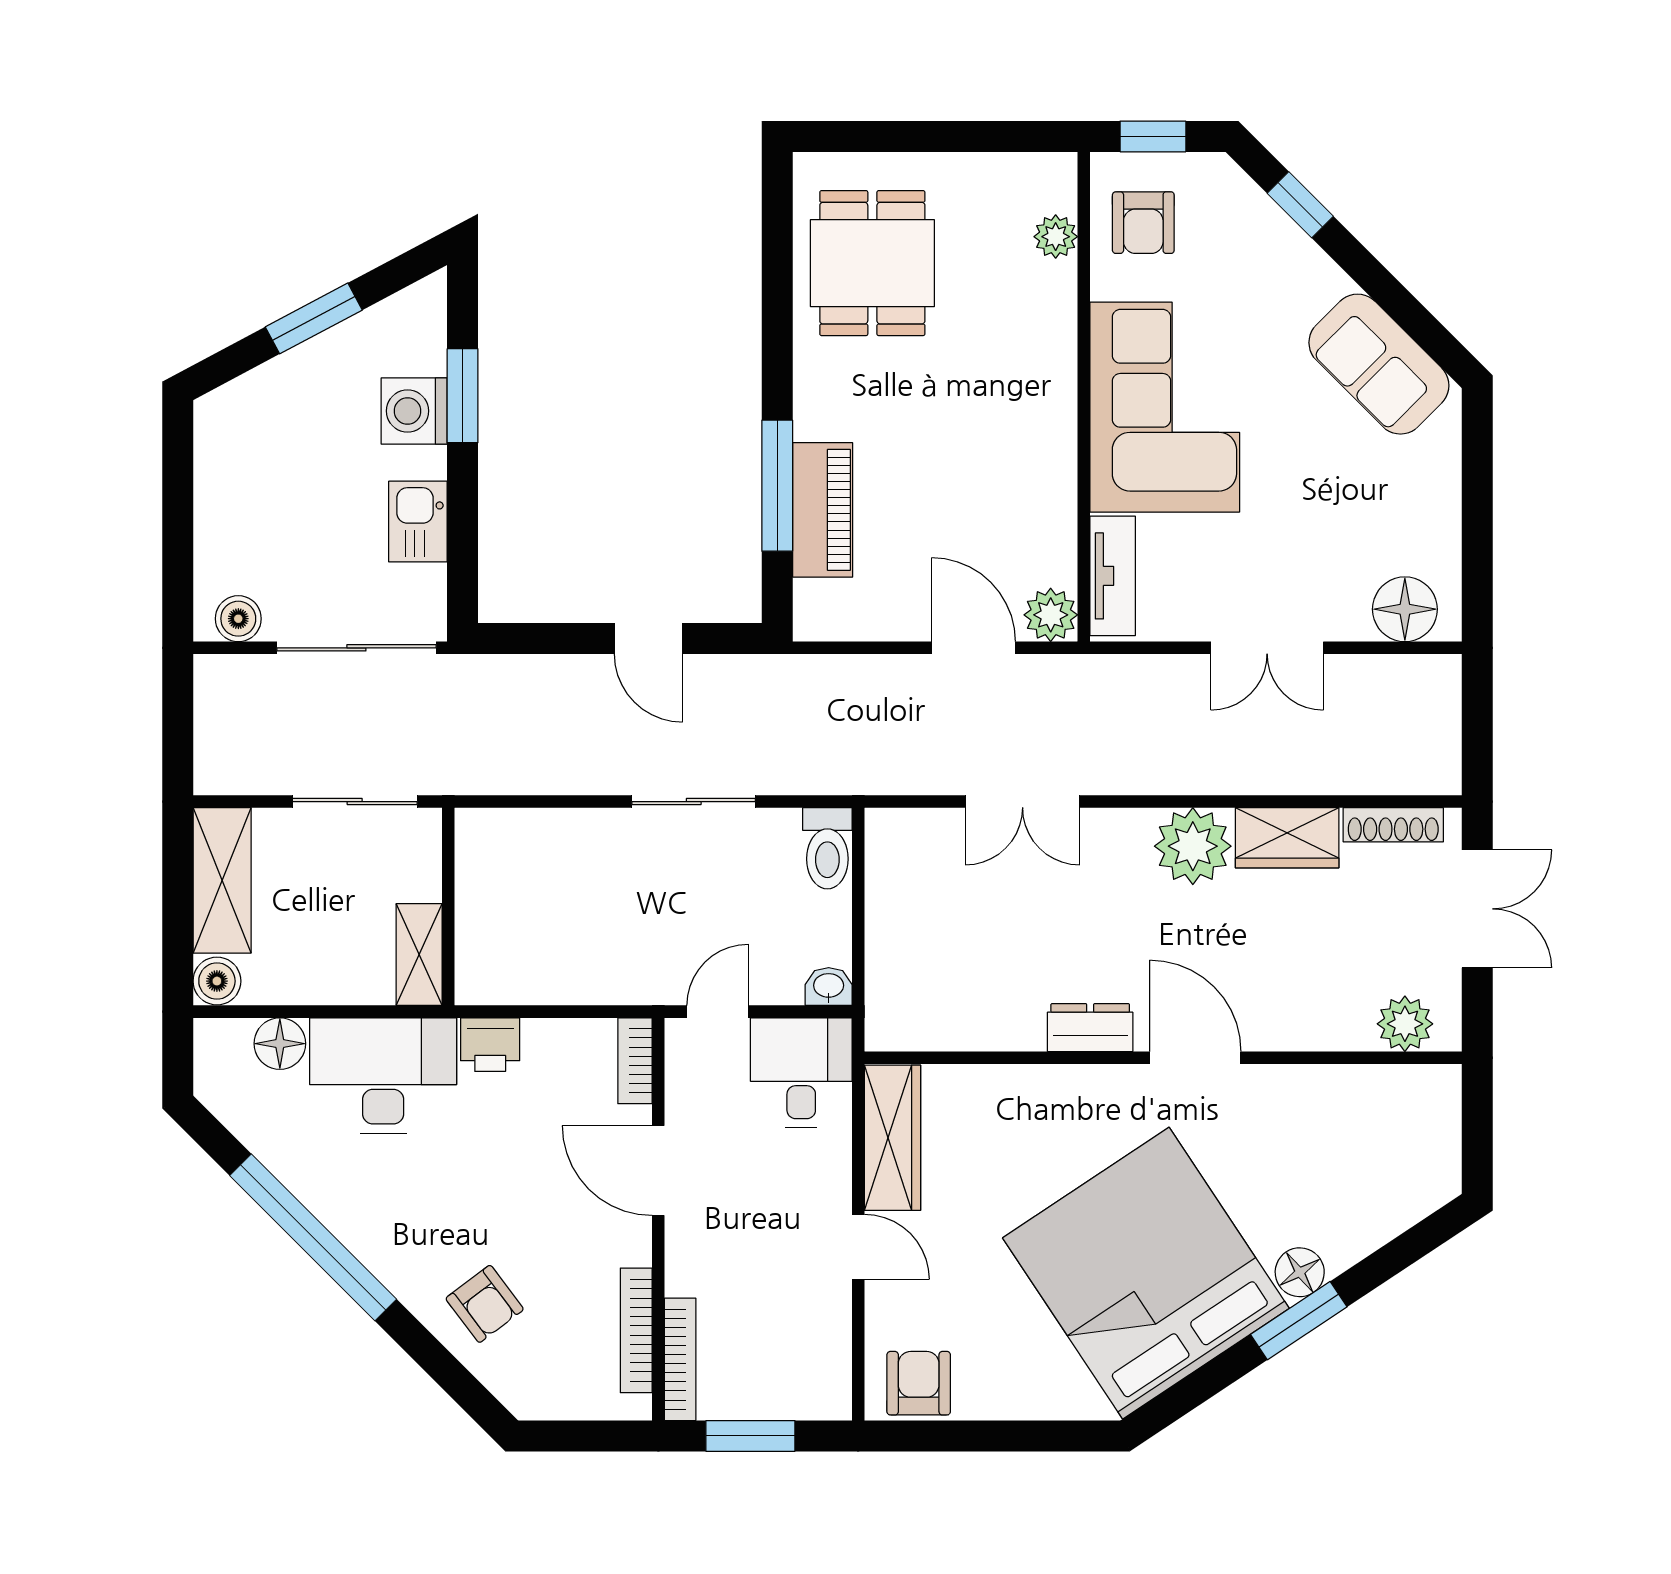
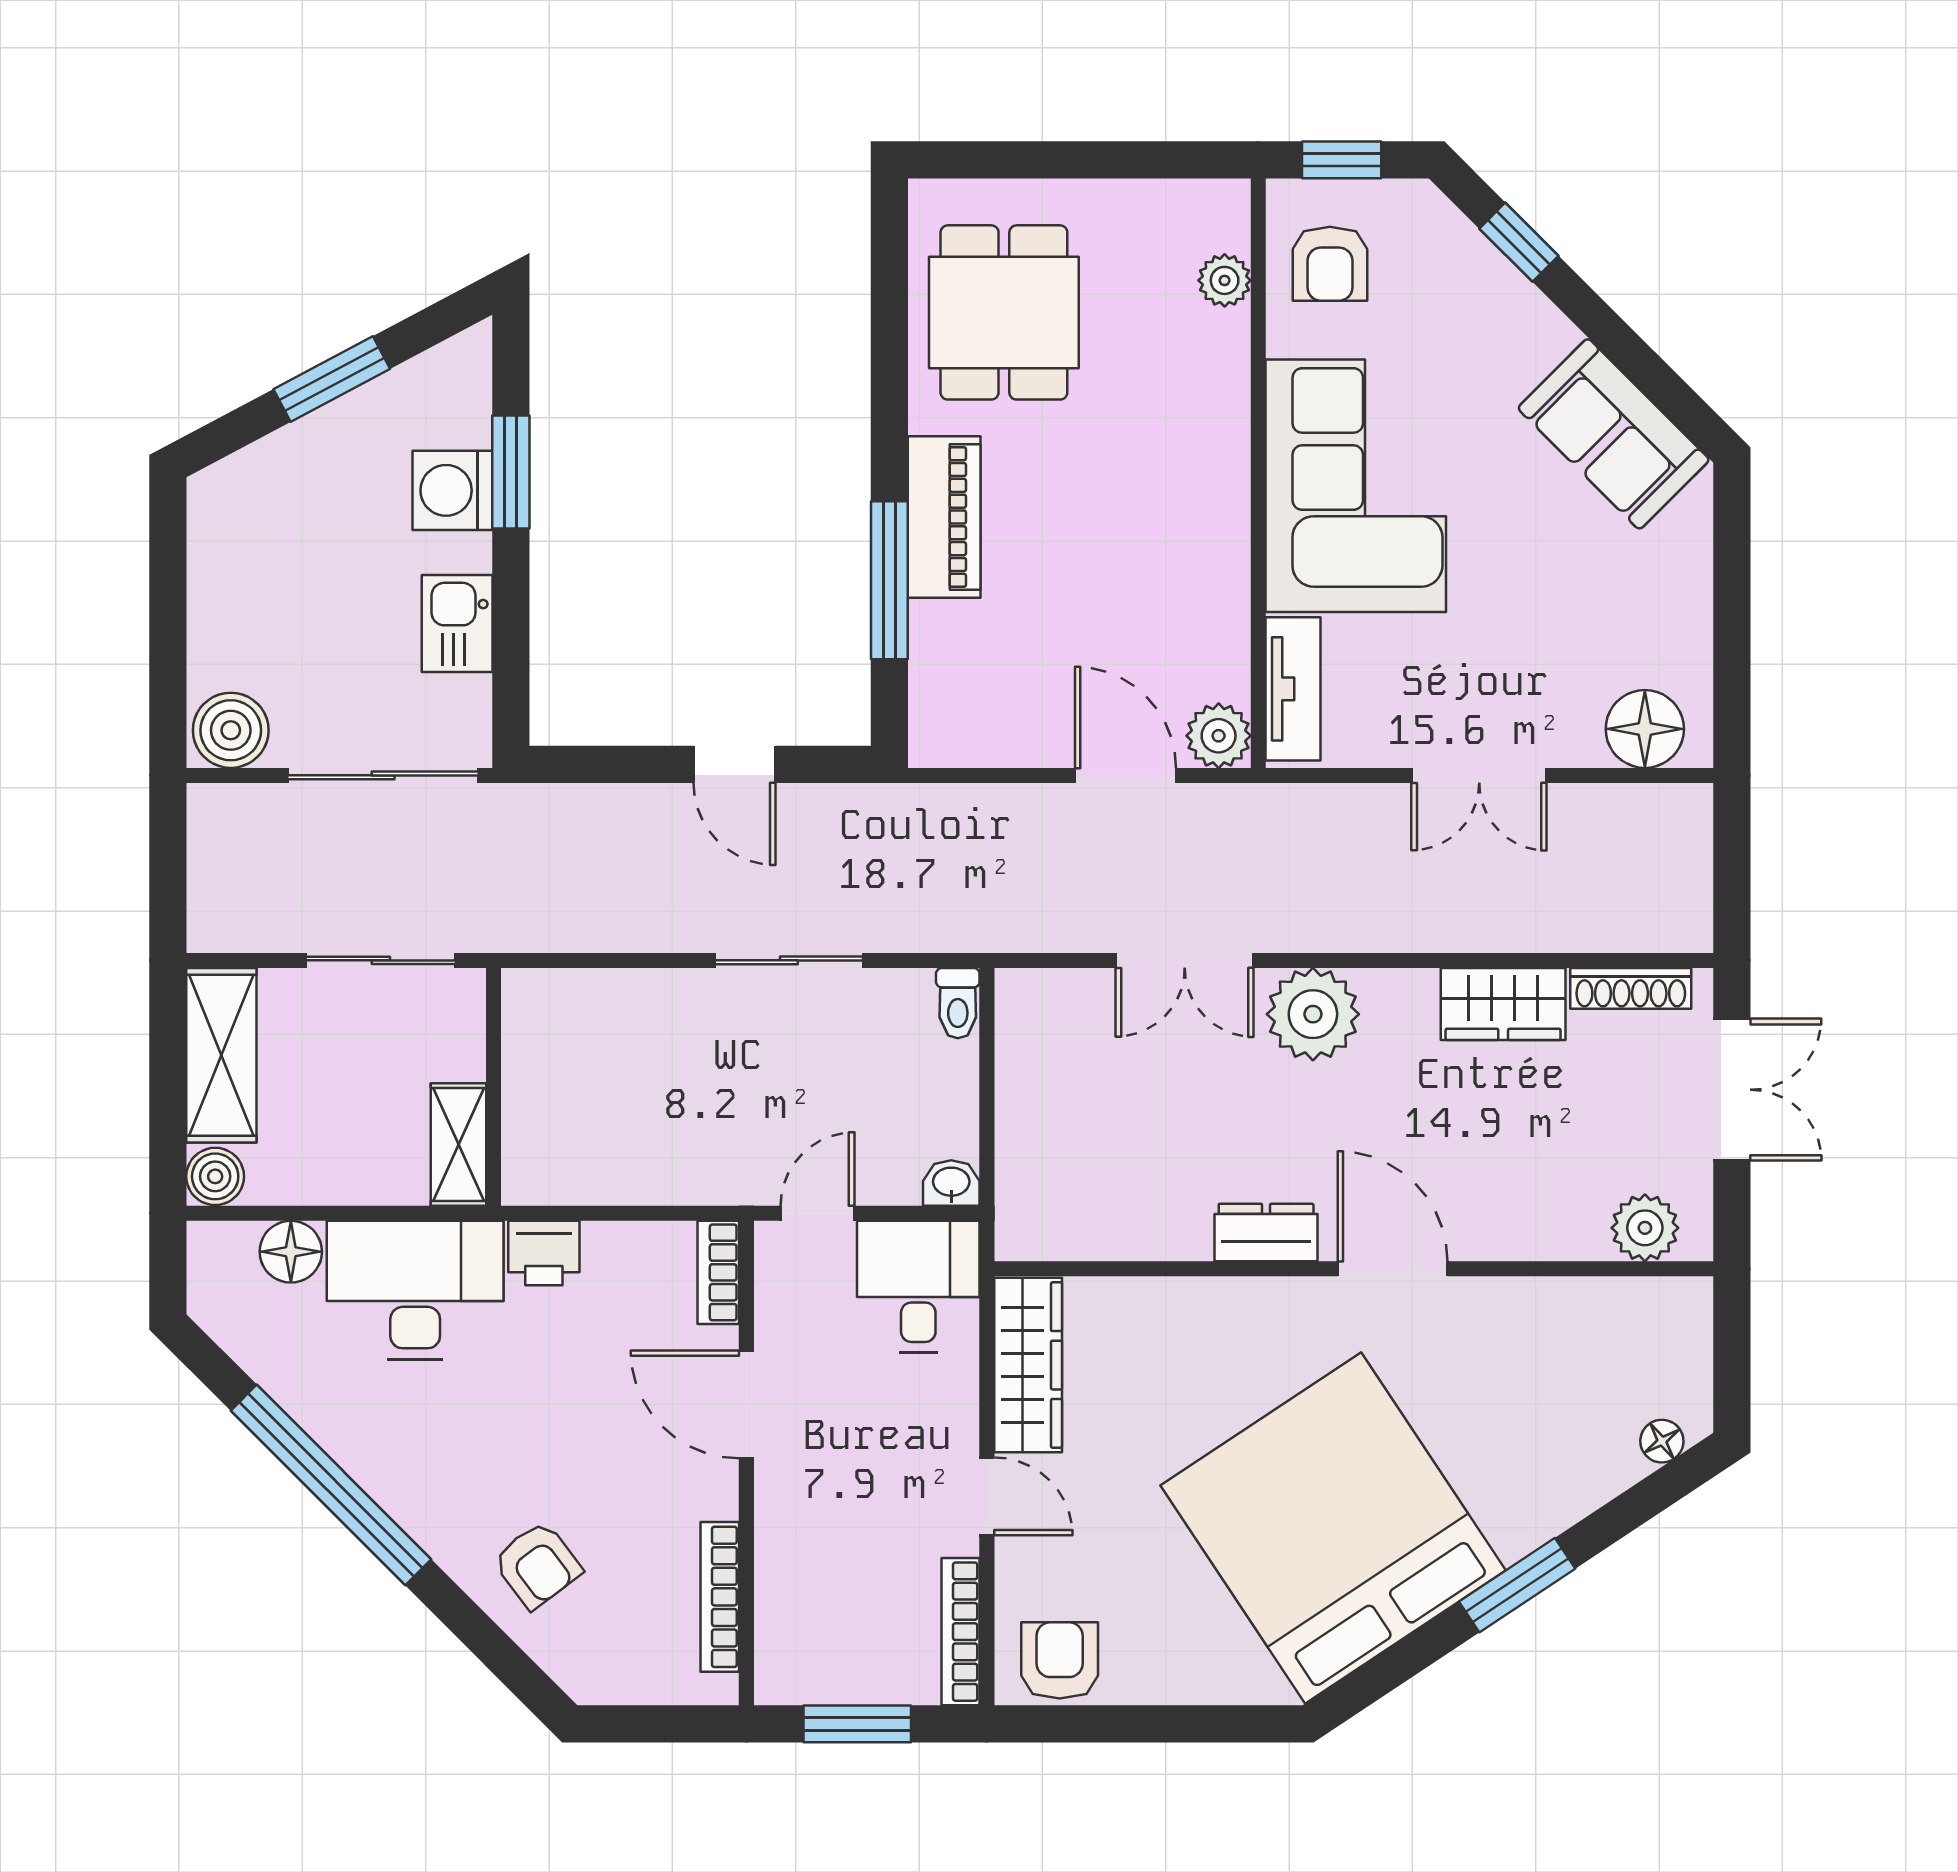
piano: (823, 510) -> (944, 517), moved
boiler: (238, 619) -> (231, 730), width x1.36, depth x1.36
plant: (1193, 846) -> (1313, 1014), moved
toilet: (827, 848) -> (958, 1003), width x0.73, depth x0.72
floor lamp: (1300, 1272) -> (1662, 1441), moved, width x0.73, depth x0.73
bookcase: (680, 1359) -> (961, 1632), moved, turned 180

